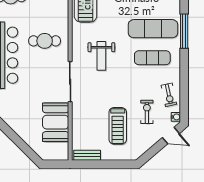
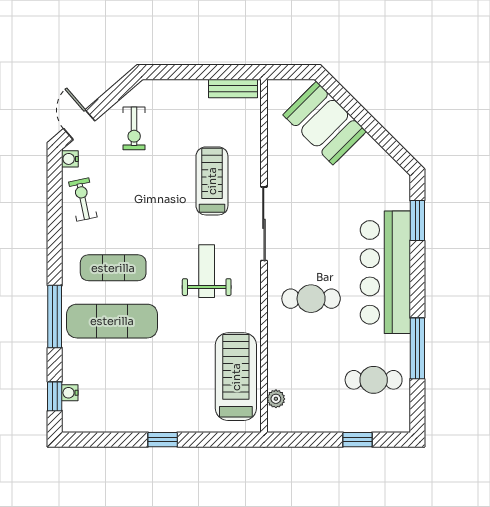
exercise bike: (147, 112) -> (134, 128), moved
booth: (56, 122) -> (325, 123), moved, turned -45
treadmill: (118, 126) -> (212, 181), moved
door: (171, 136) -> (79, 125), hinge flipped

